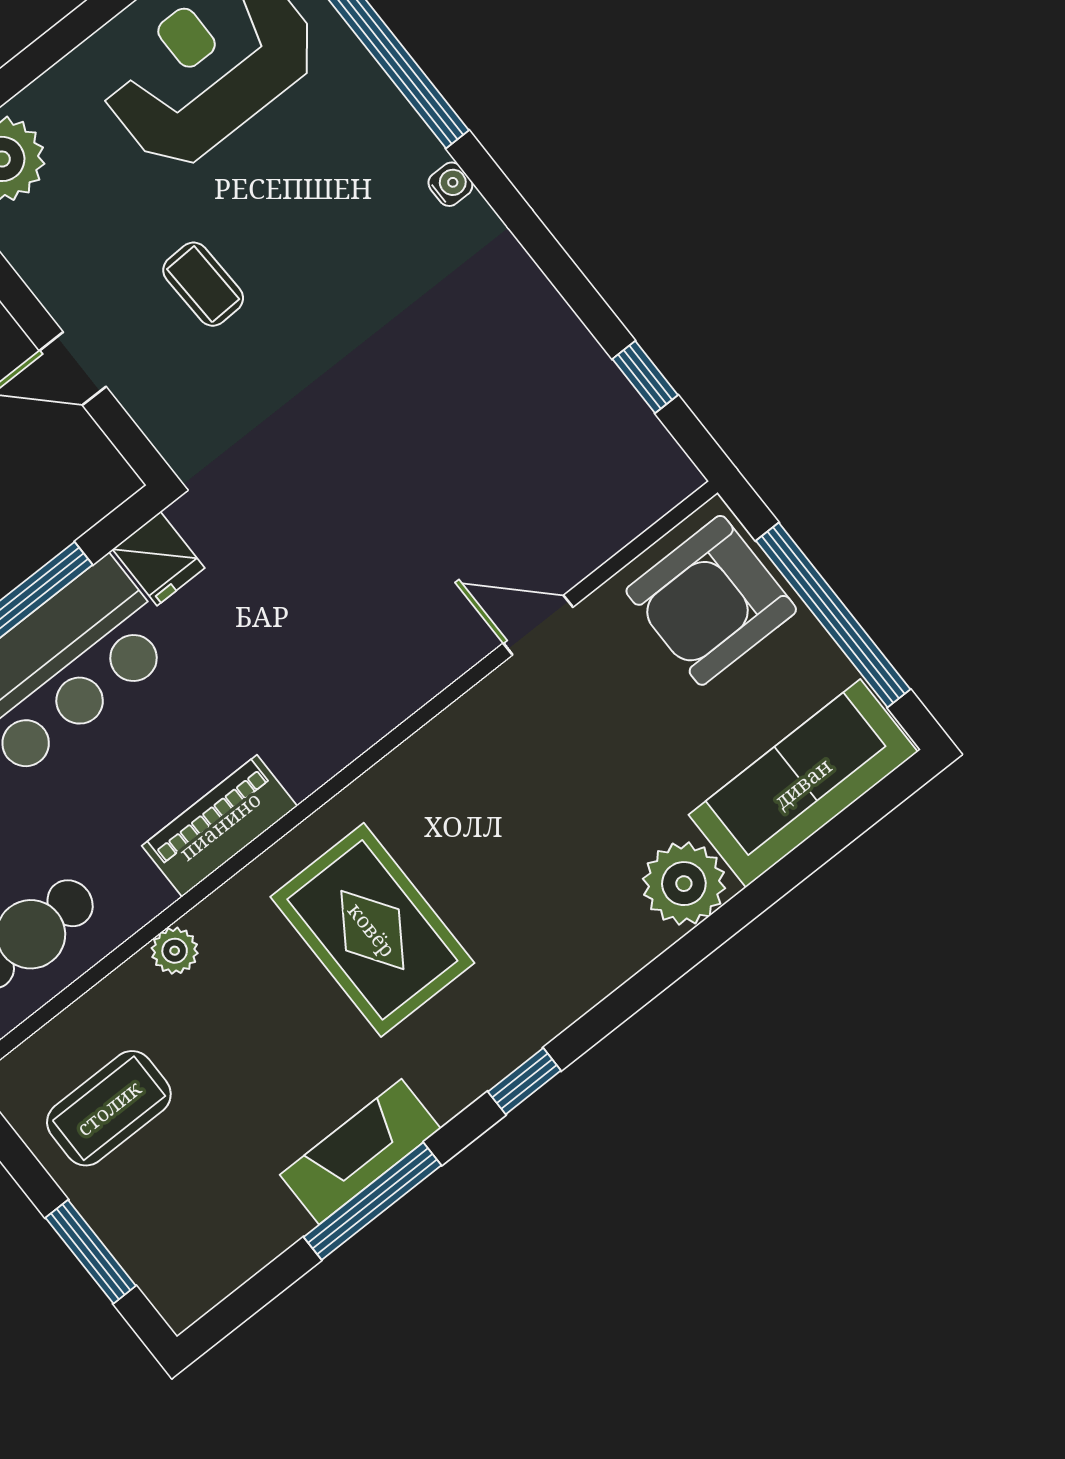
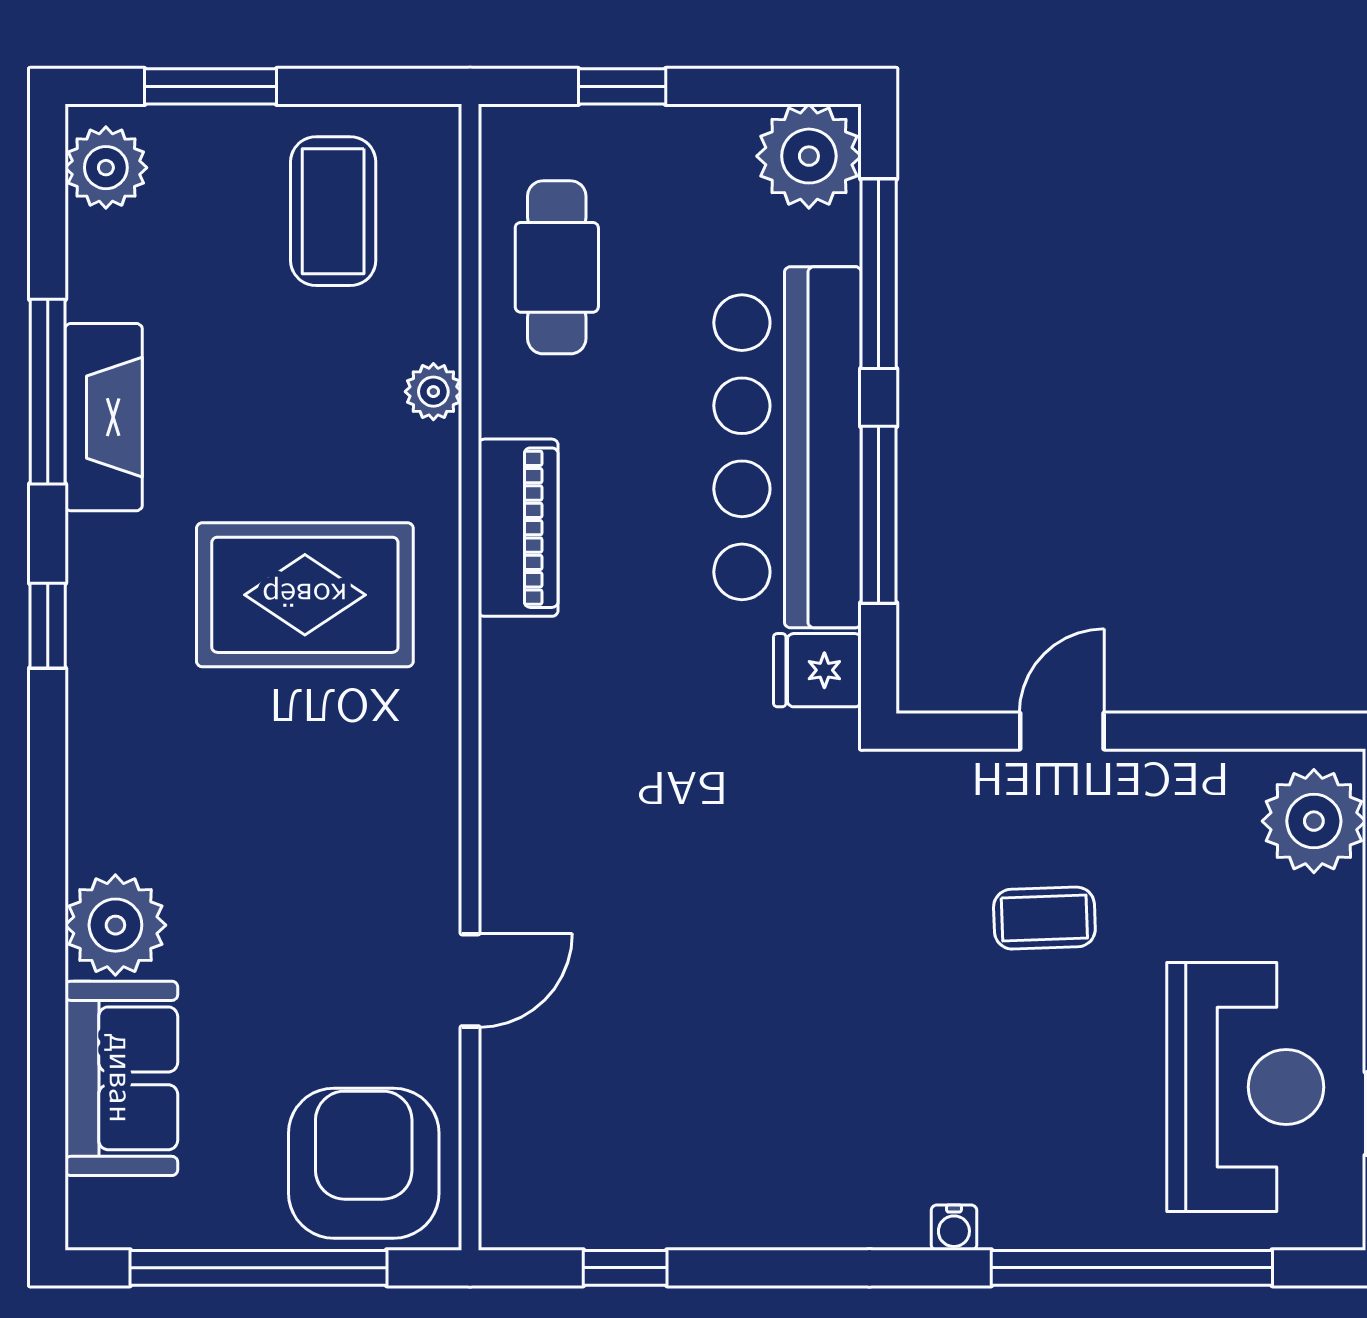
sofa: (803, 783) -> (121, 1078), width x0.73
plant: (197, 1278) -> (106, 168), added

